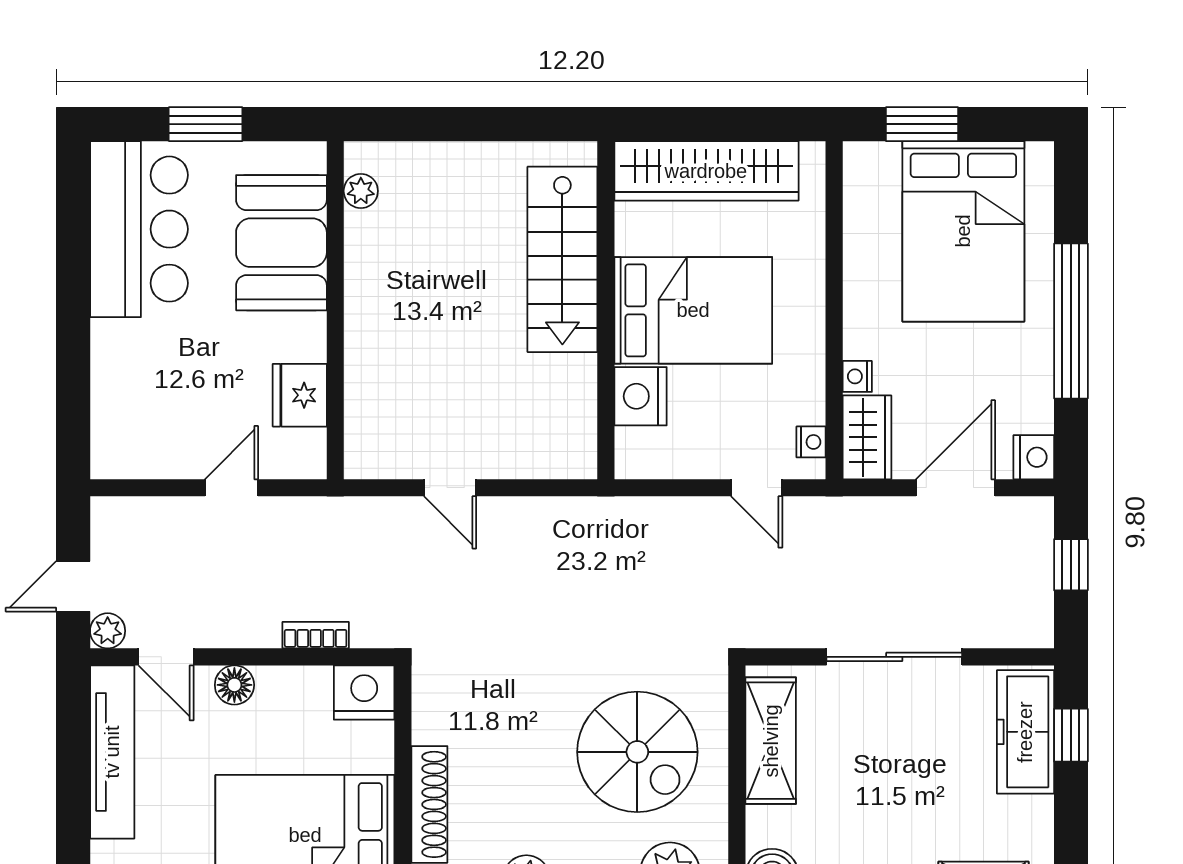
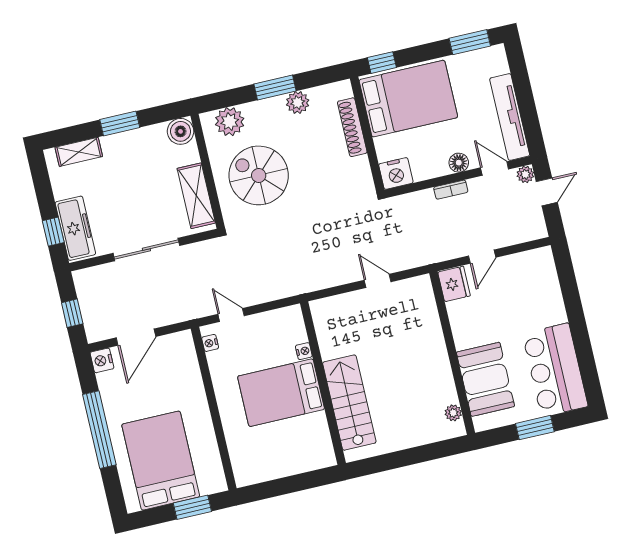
wardrobe: (706, 171) -> (290, 461), removed
nightstand: (857, 376) -> (195, 379), removed
fridge: (300, 395) -> (454, 284), moved
nightstand: (640, 396) -> (304, 351), width x0.53, depth x0.56
wardrobe: (867, 437) -> (184, 351), removed
bookcase: (316, 635) -> (451, 190), moved

